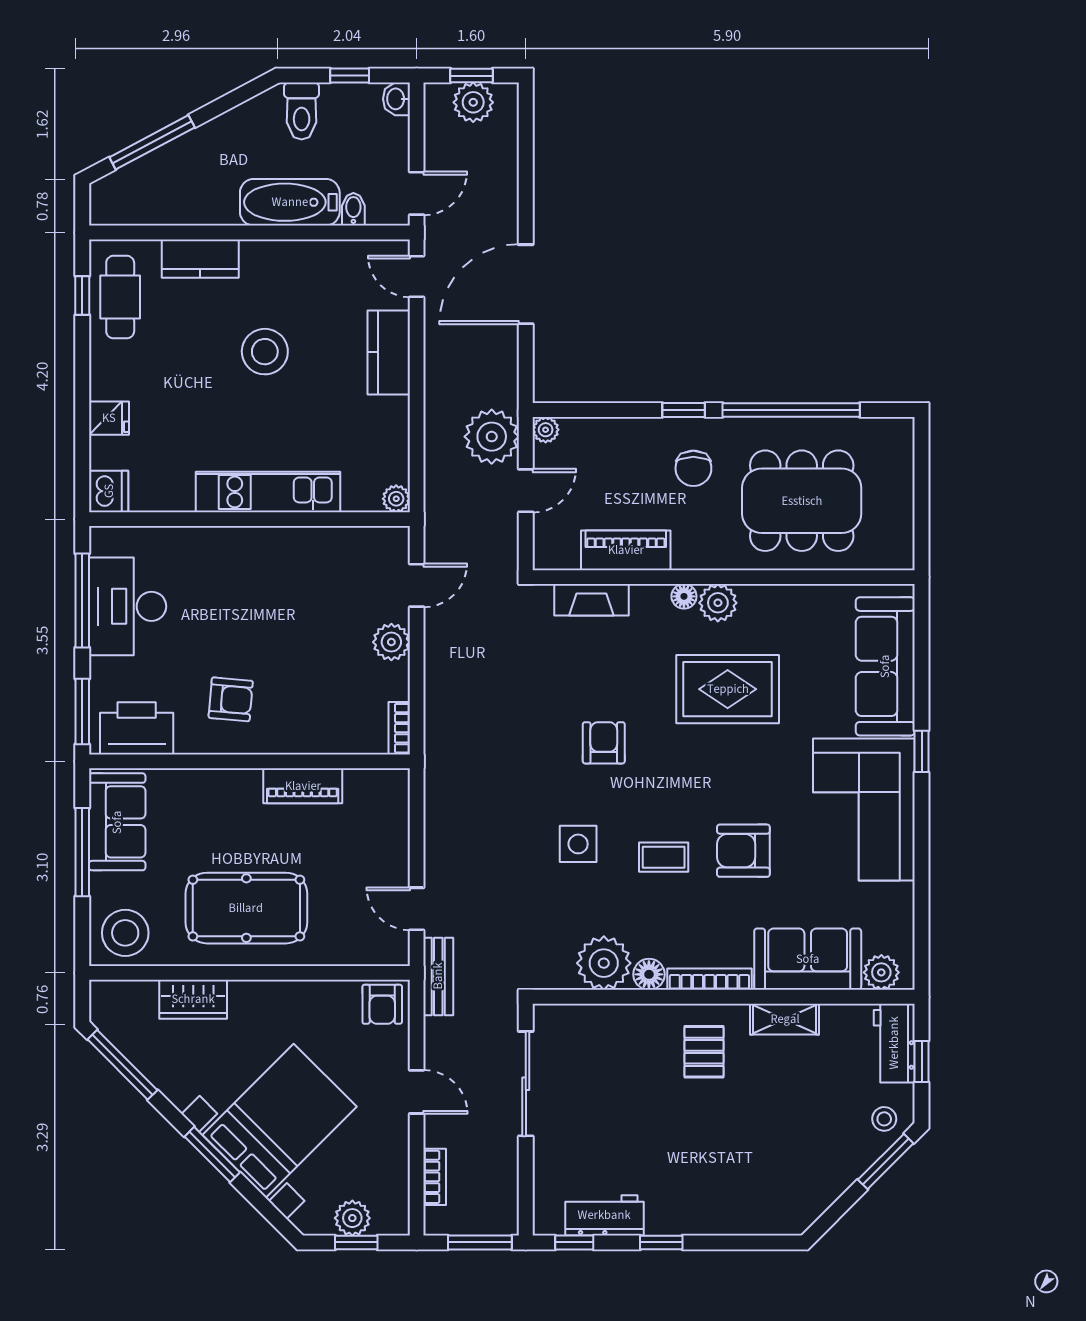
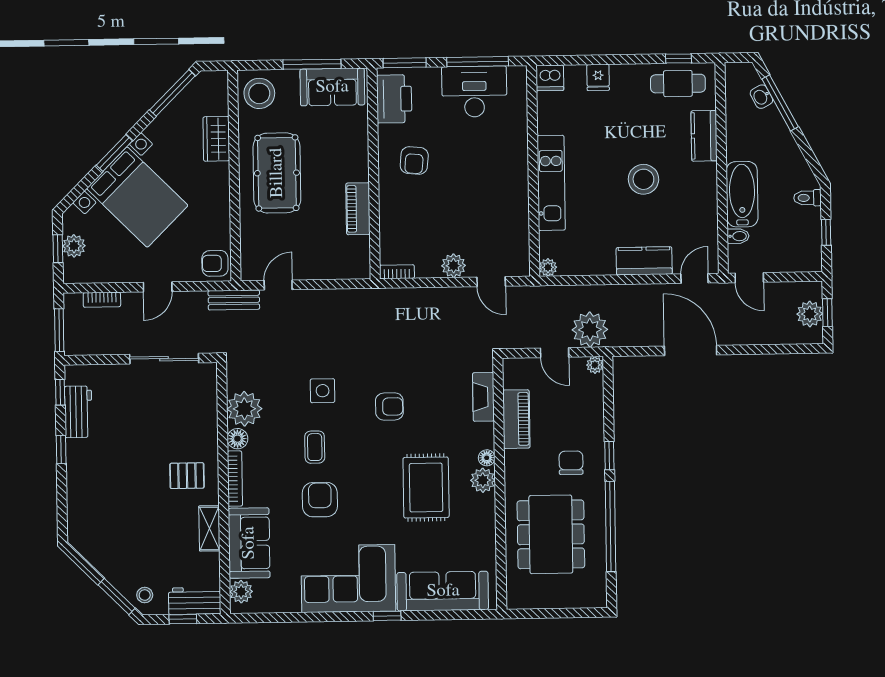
washbasin: (396, 99) -> (761, 97), moved, turned -118
toilet: (302, 111) -> (807, 198), width x0.73, depth x0.72
chair: (693, 468) -> (571, 463), turned 90

